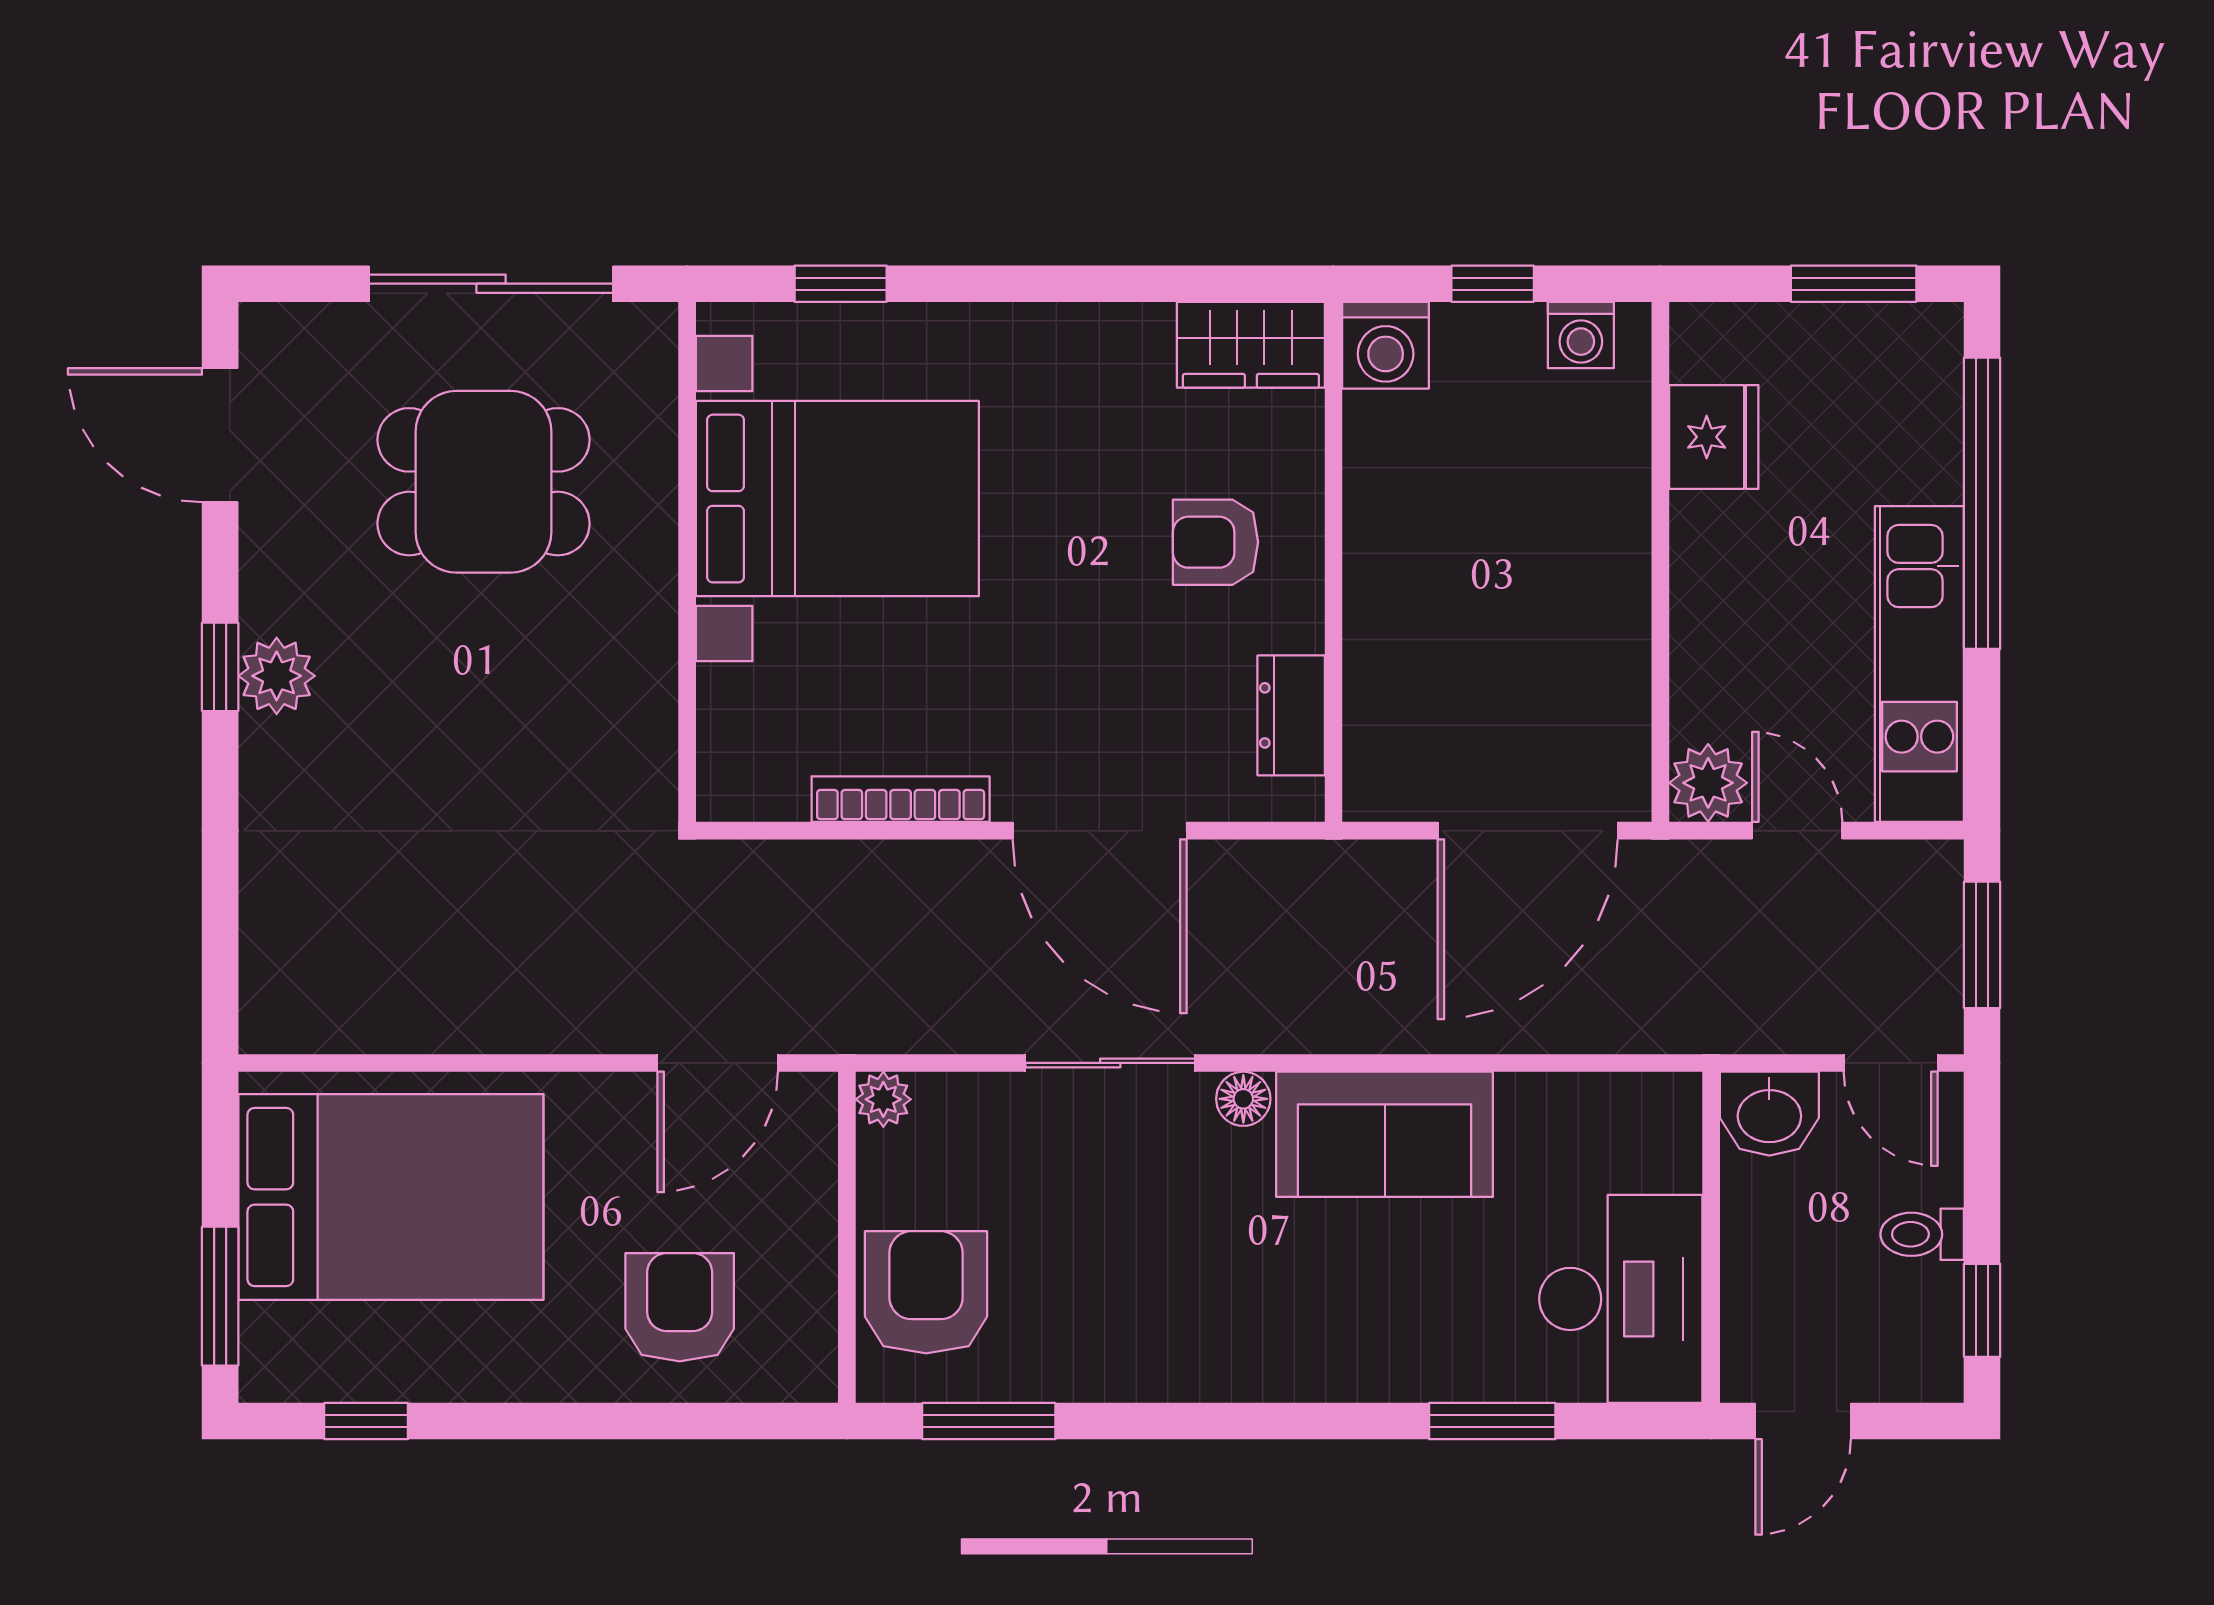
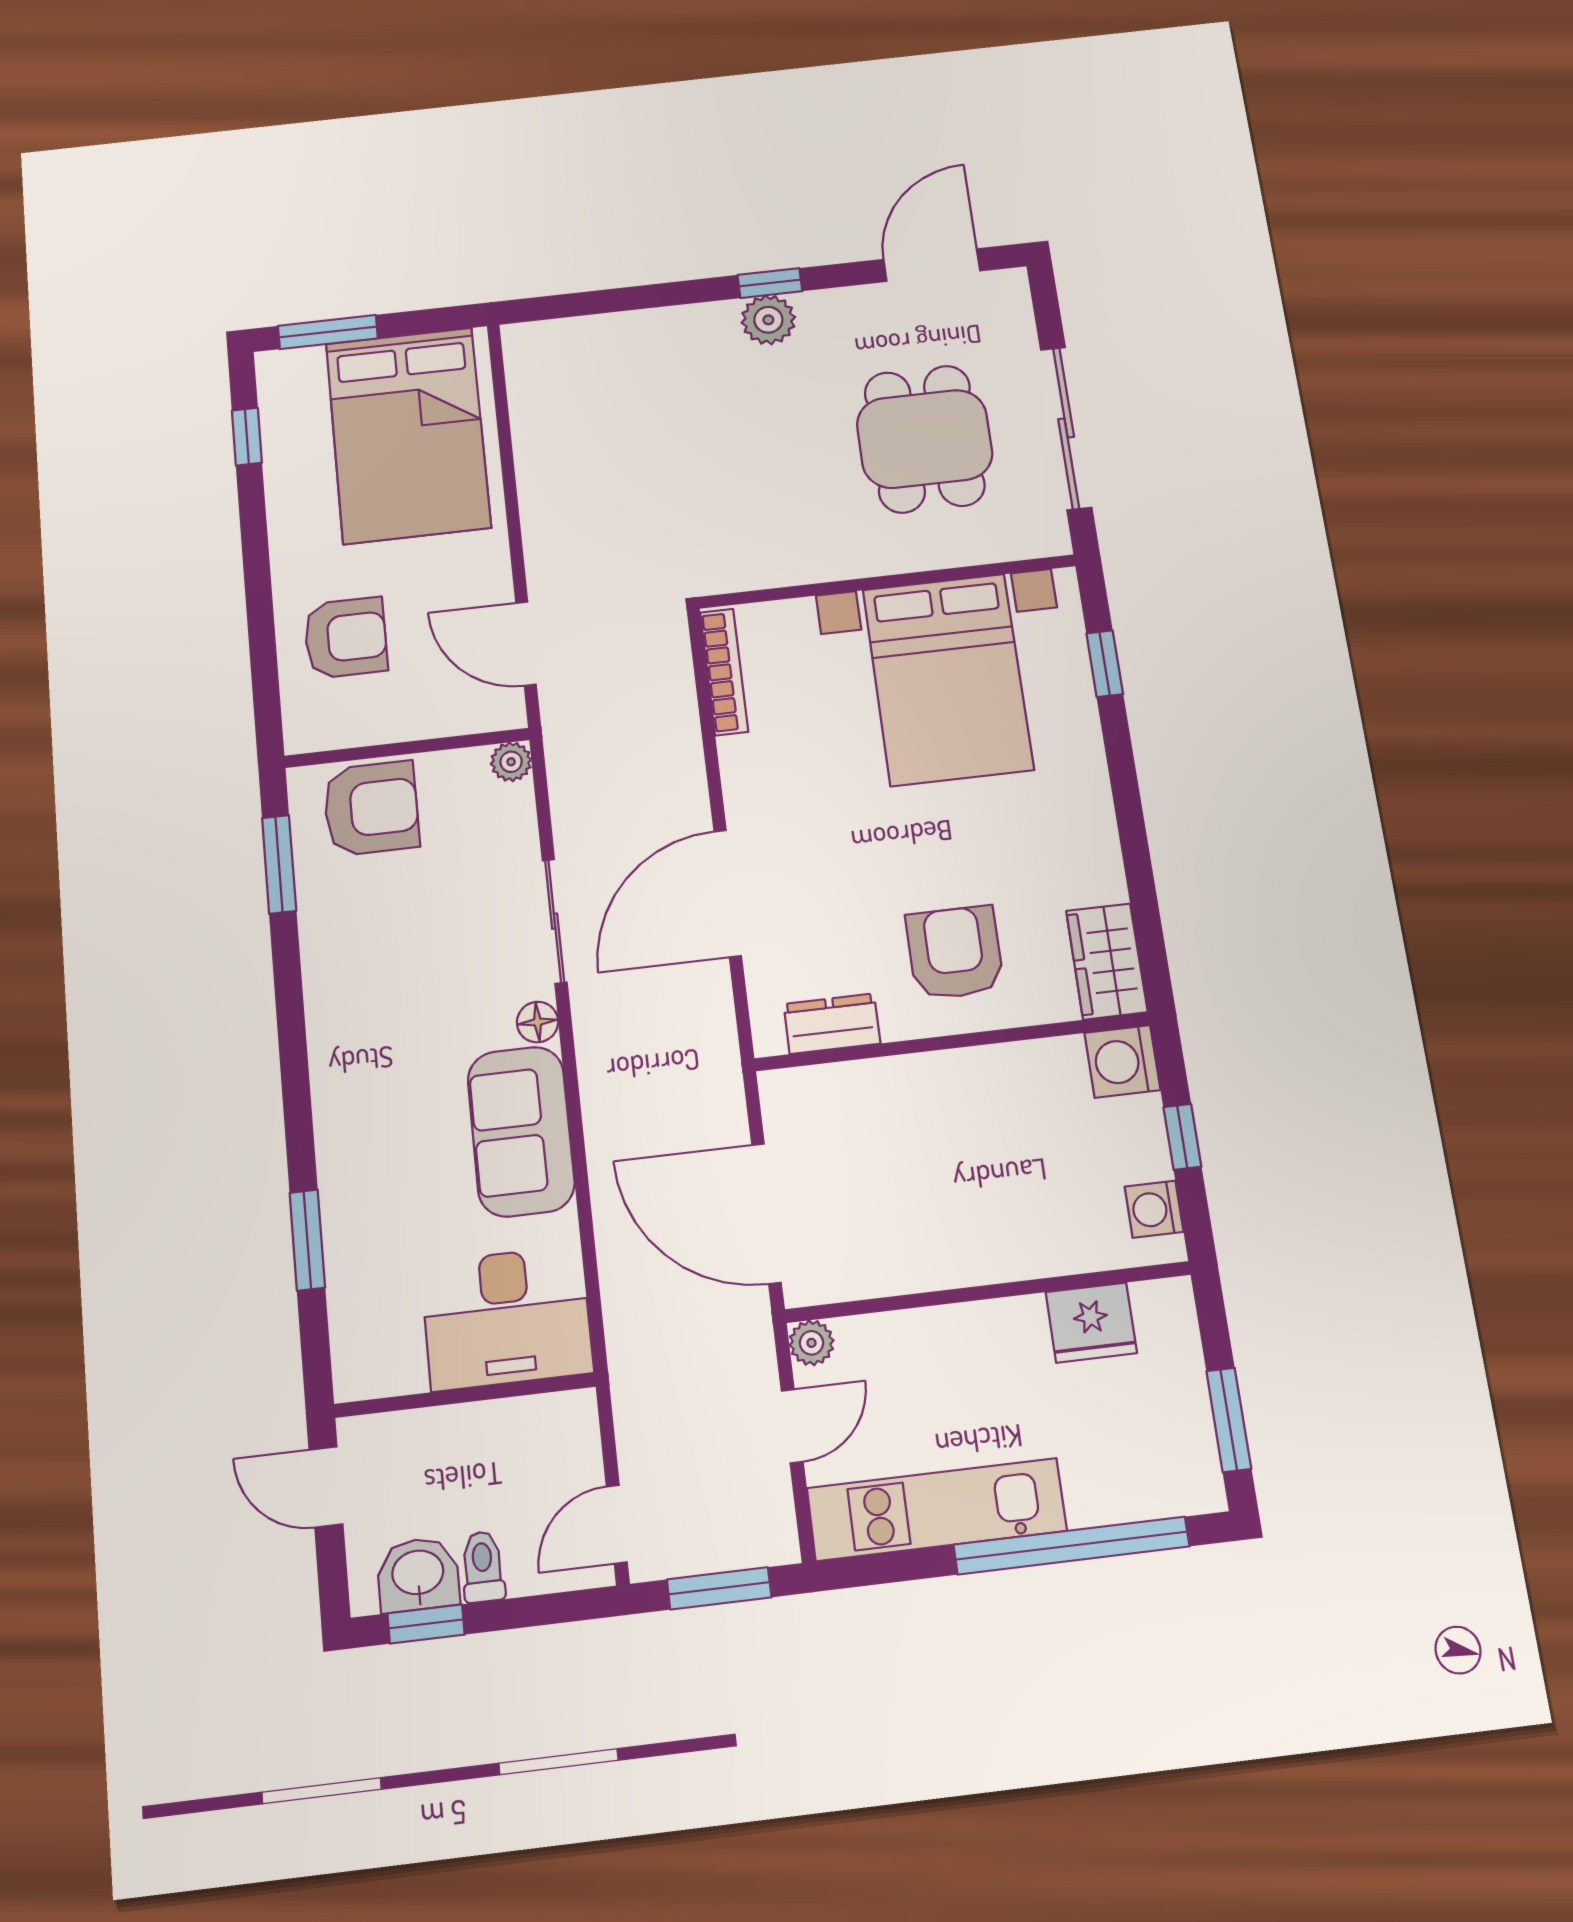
armchair: (1216, 542) -> (955, 953), width x1.38, depth x1.38
plant: (1708, 783) -> (811, 1343), width x0.73, depth x0.73
bookcase: (901, 799) -> (724, 672), moved
washbasin: (1769, 1114) -> (418, 1574), moved, turned 90
desk: (1621, 1299) -> (507, 1318), moved

